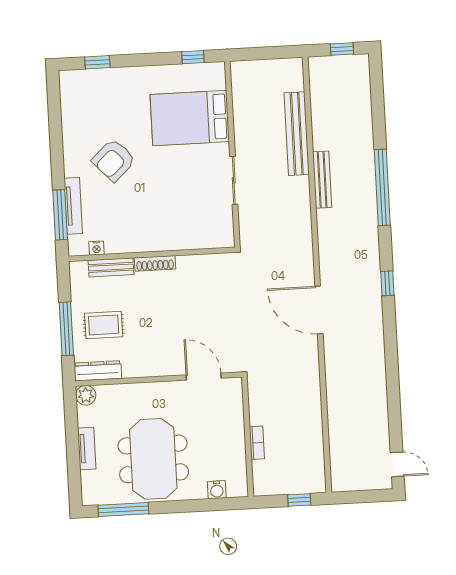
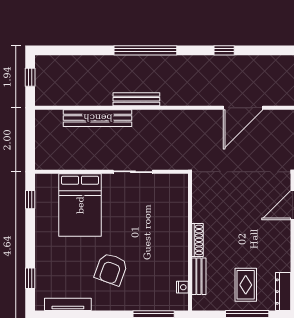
armchair: (114, 160) -> (111, 269), turned 63
tv unit: (73, 206) -> (68, 304), moved

